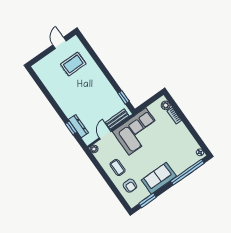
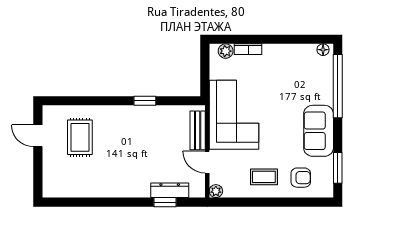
window: (123, 97) -> (145, 101), moved

